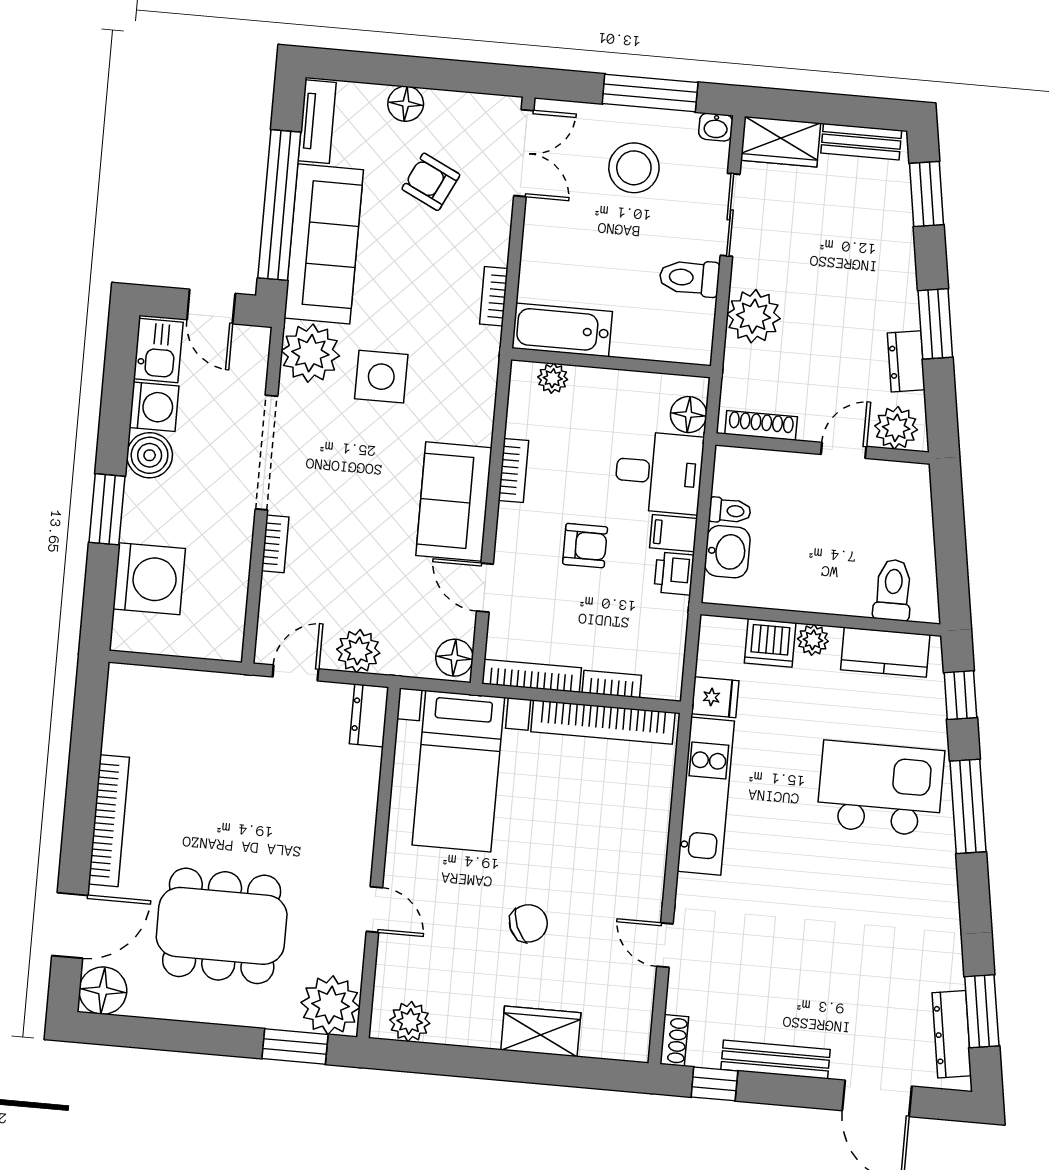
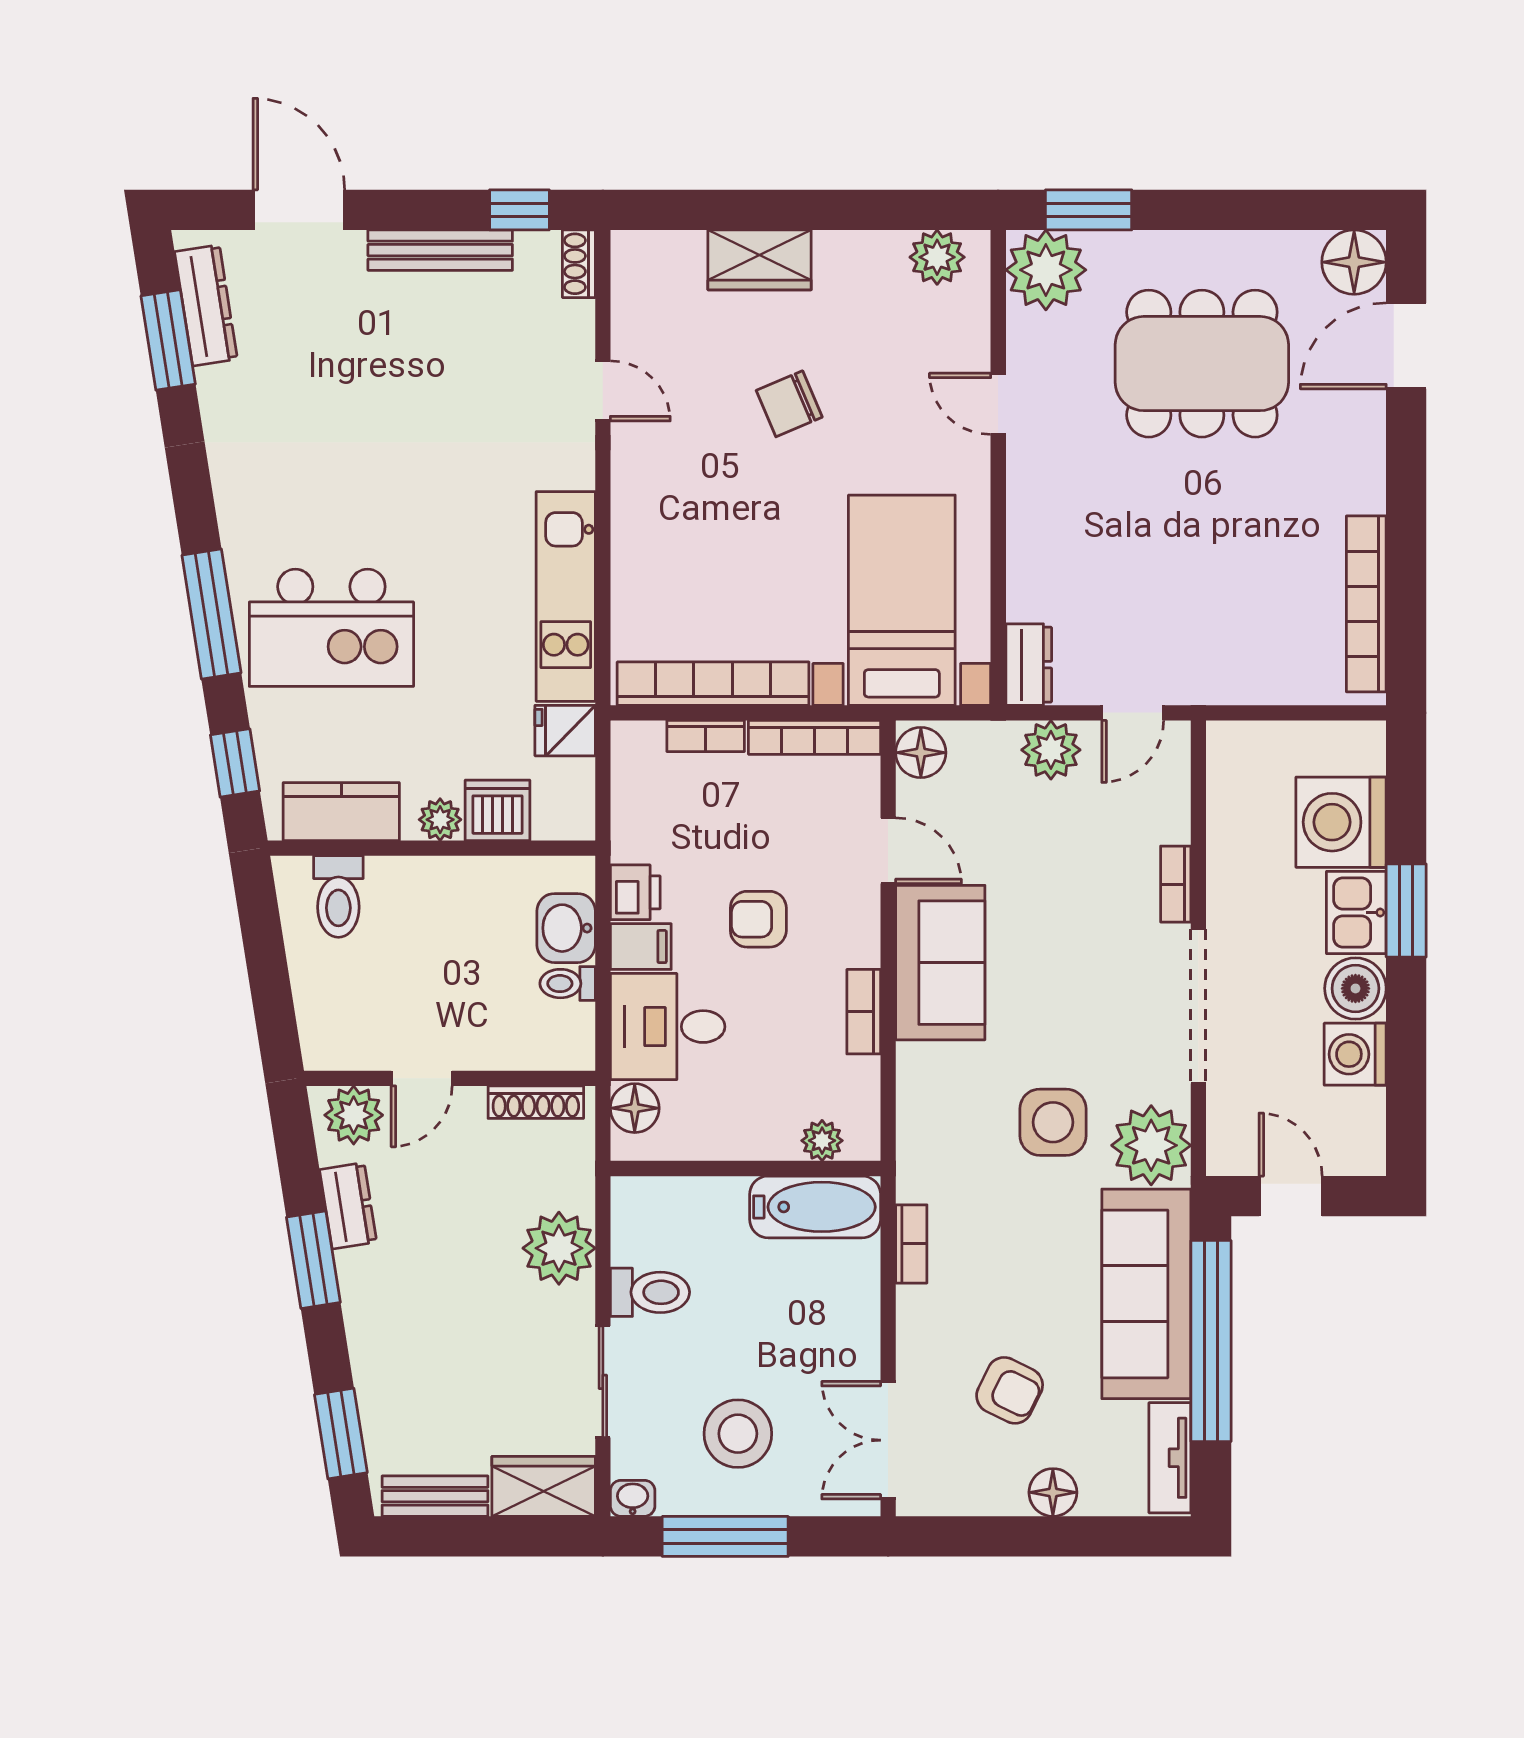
kitchen sink: (158, 351) -> (1356, 913), moved
bookcase: (109, 821) -> (1366, 604), moved

